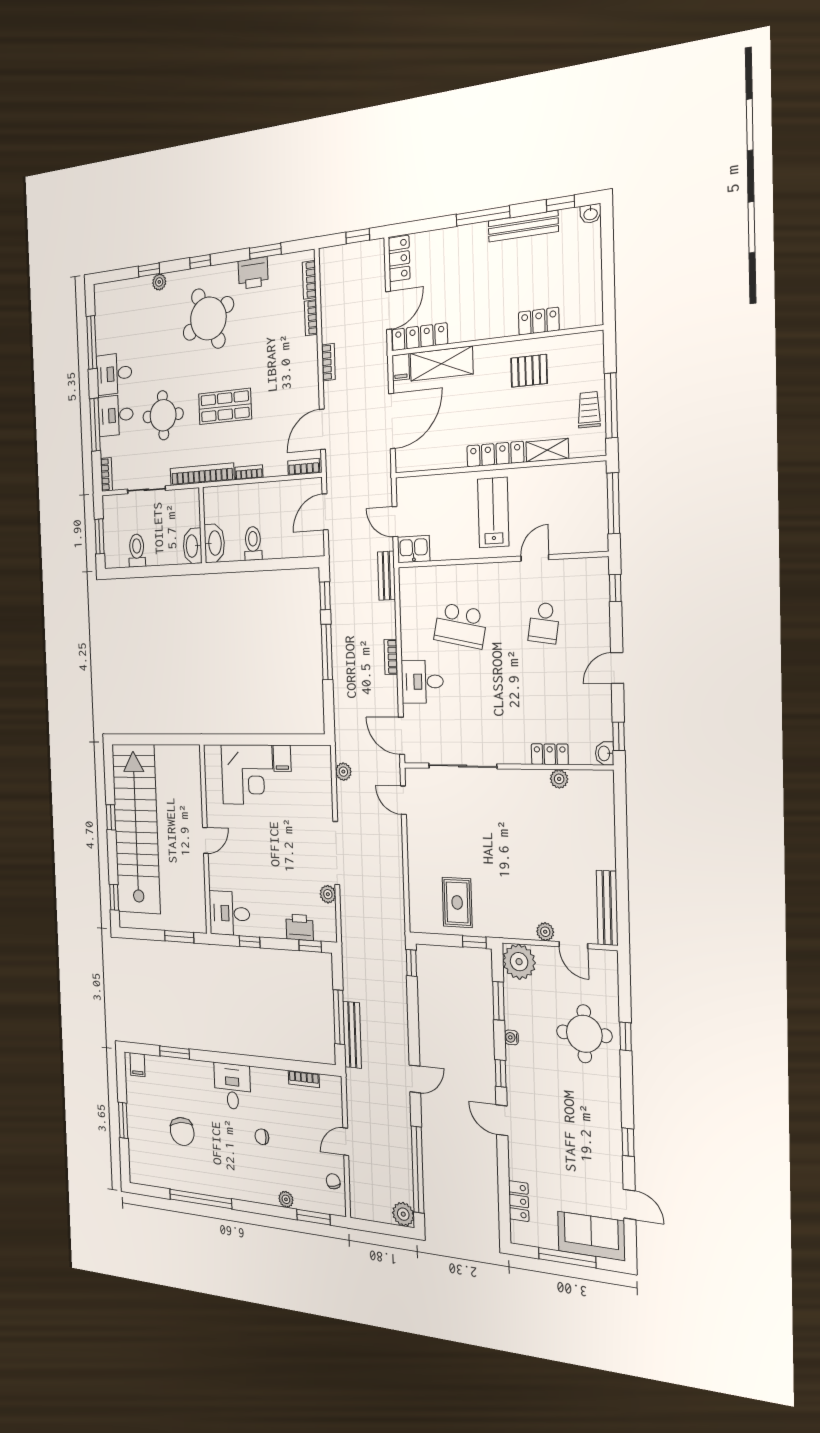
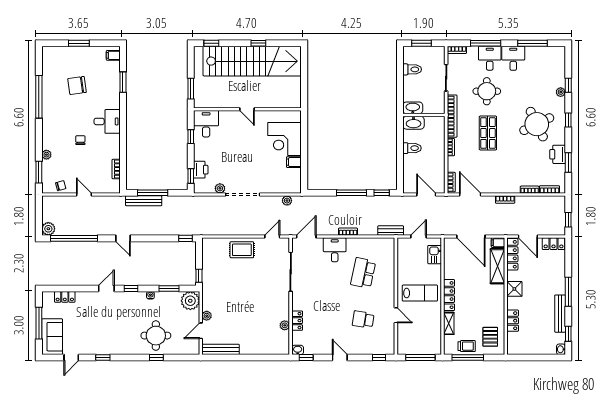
shower: (481, 325) -> (514, 289), added
pallet: (529, 371) -> (490, 337), moved
kitchen sink: (414, 549) -> (435, 255), moved, turned 180
rug: (457, 902) -> (242, 250), moved

